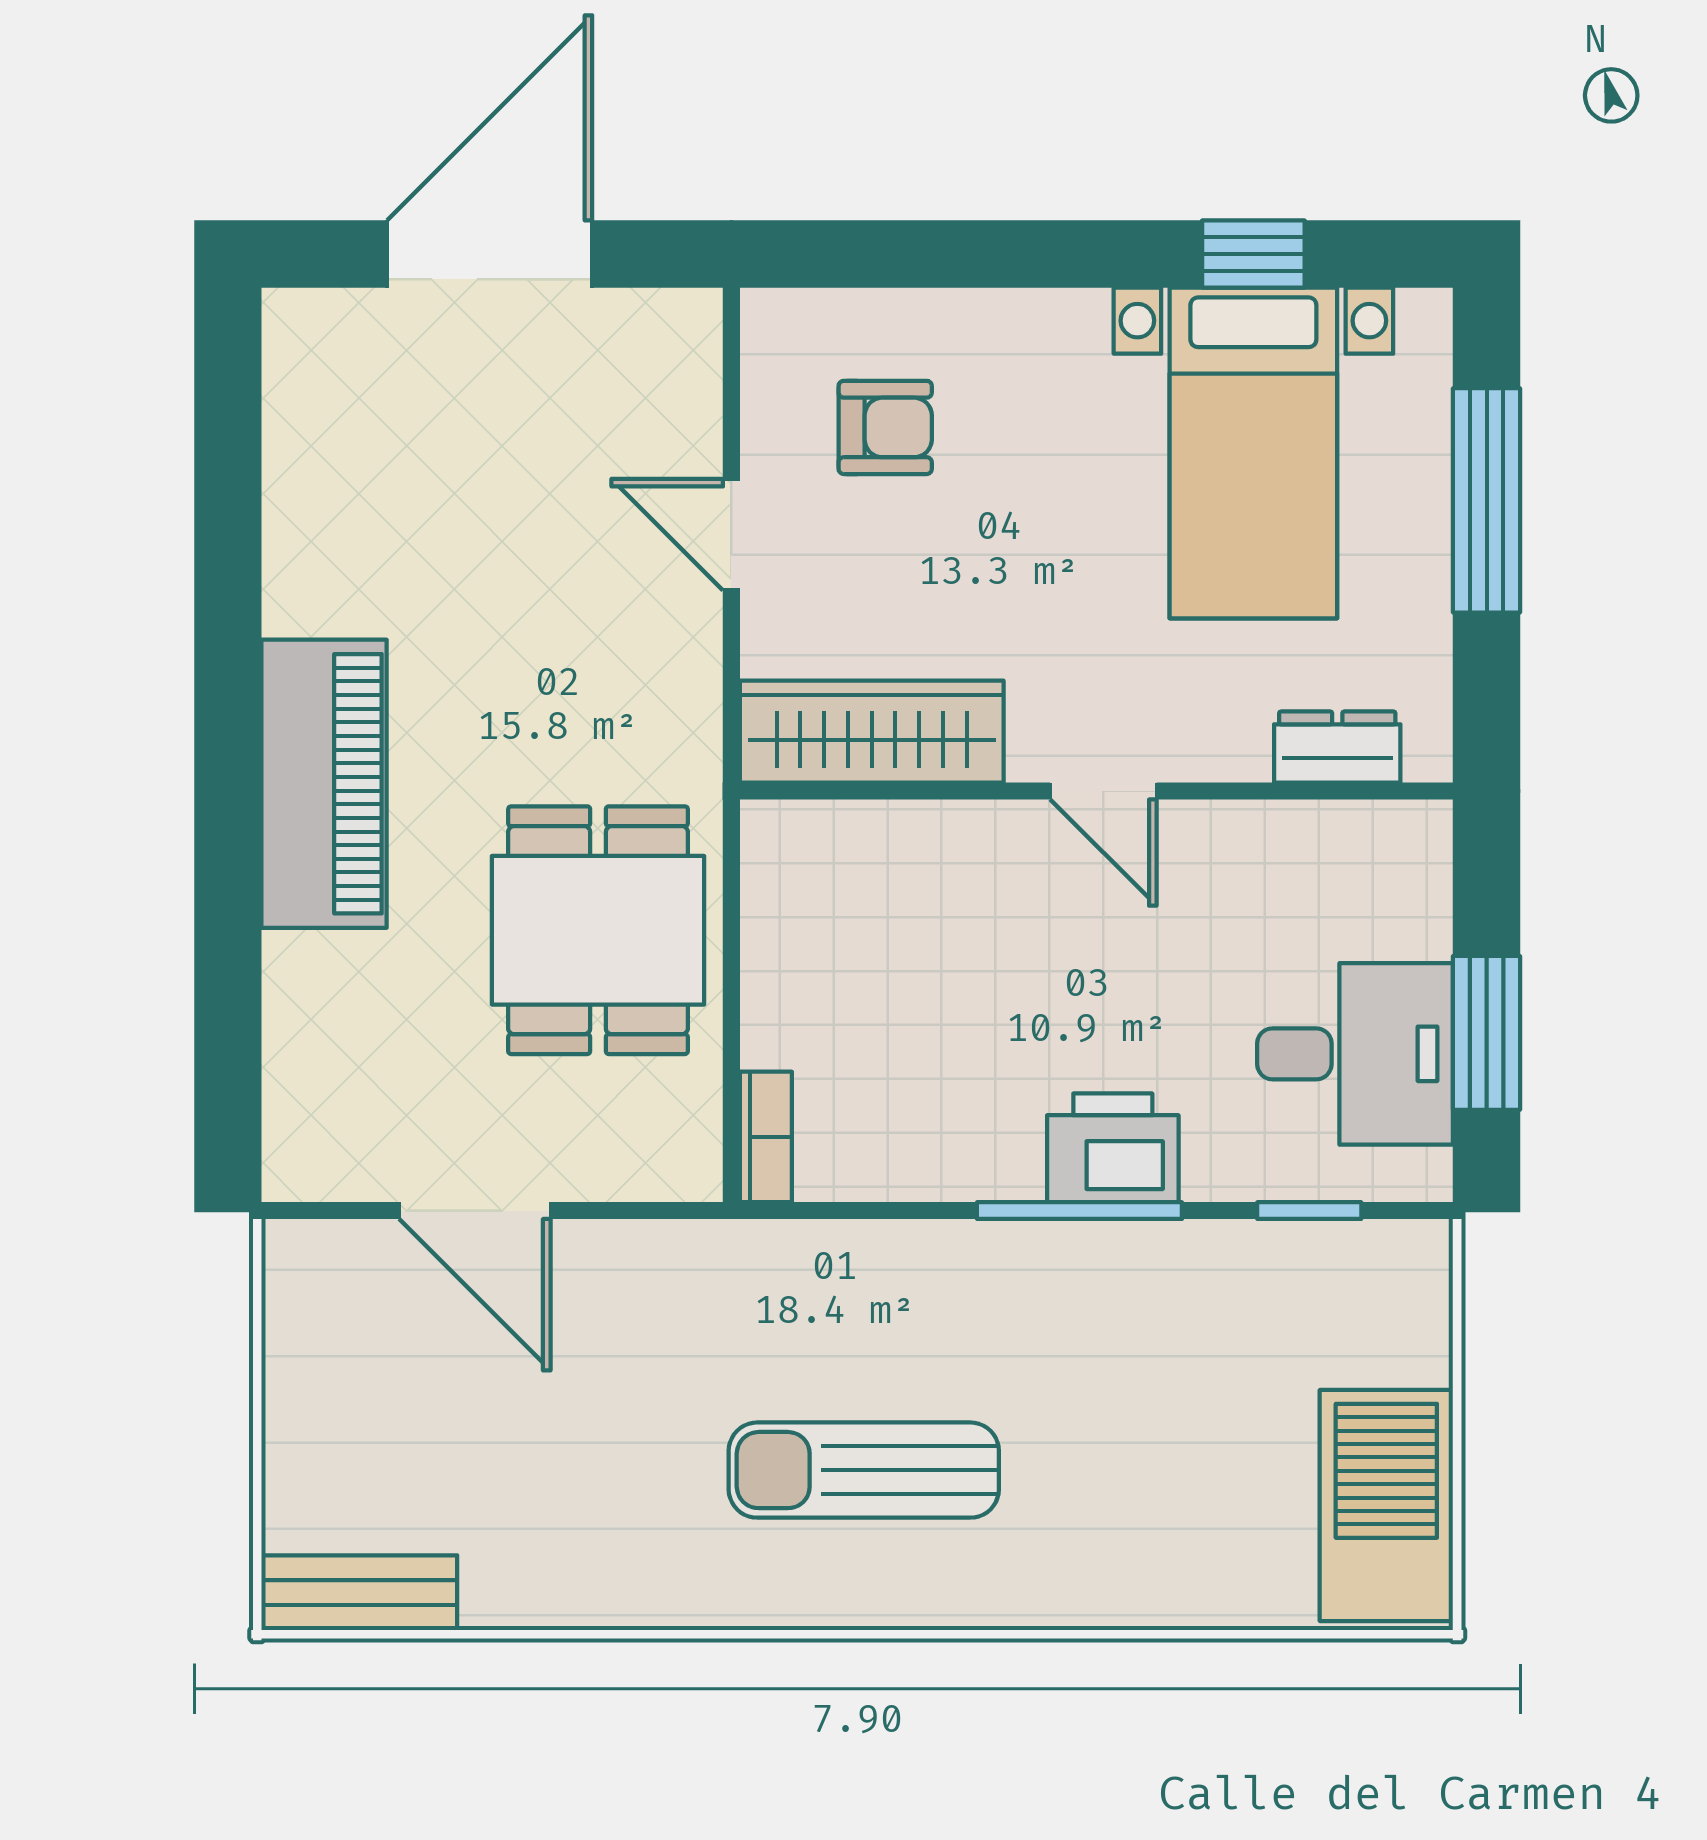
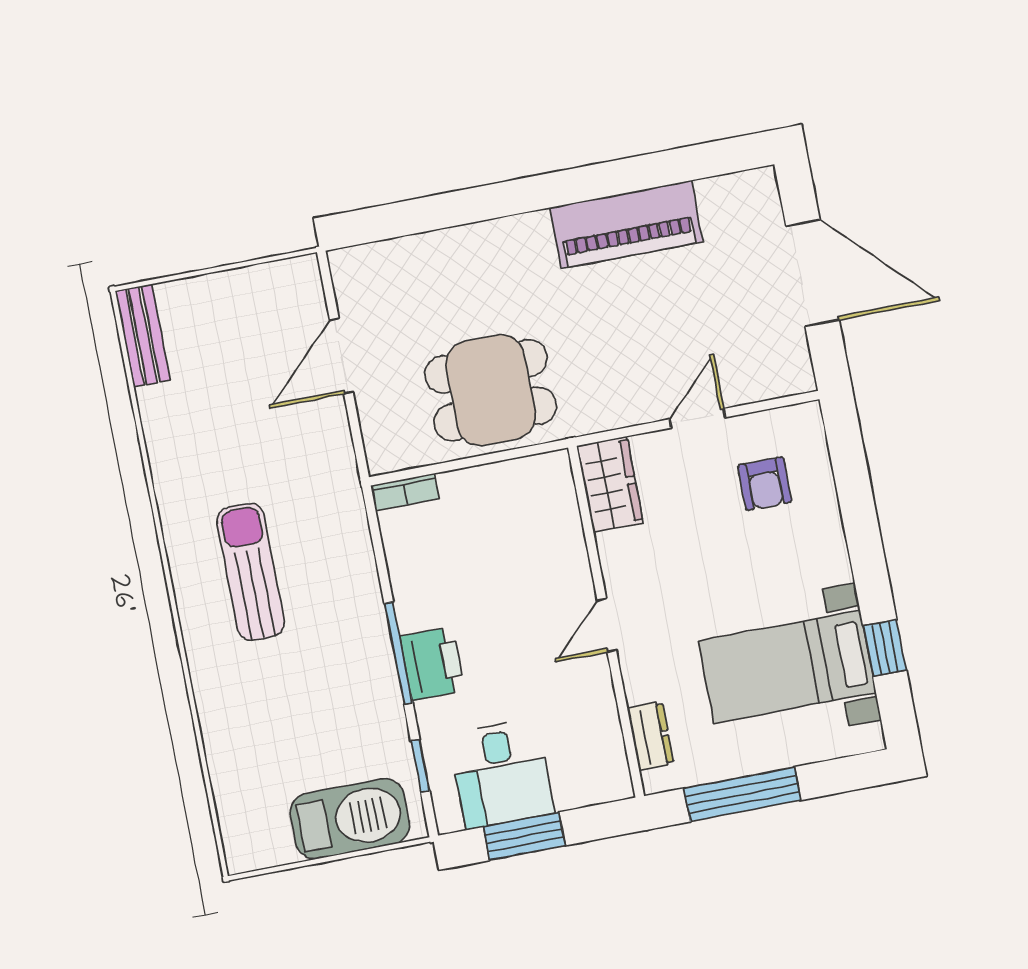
window: (1487, 500) -> (742, 794), moved
wardrobe: (872, 732) -> (610, 484), width x0.67
piano: (324, 784) -> (626, 225), moved
barbecue: (1386, 1506) -> (350, 819), moved

